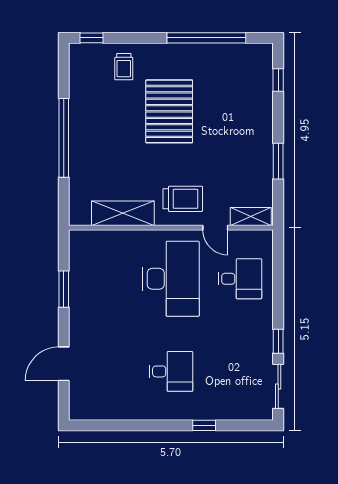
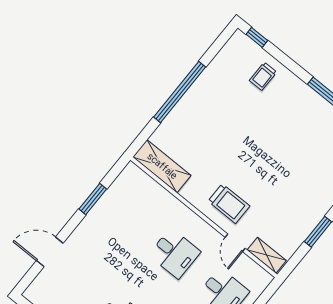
pallet: (169, 111) -> (270, 134), removed
shelving: (123, 213) -> (162, 166), moved
desk: (171, 279) -> (174, 253), width x0.53, depth x0.77

